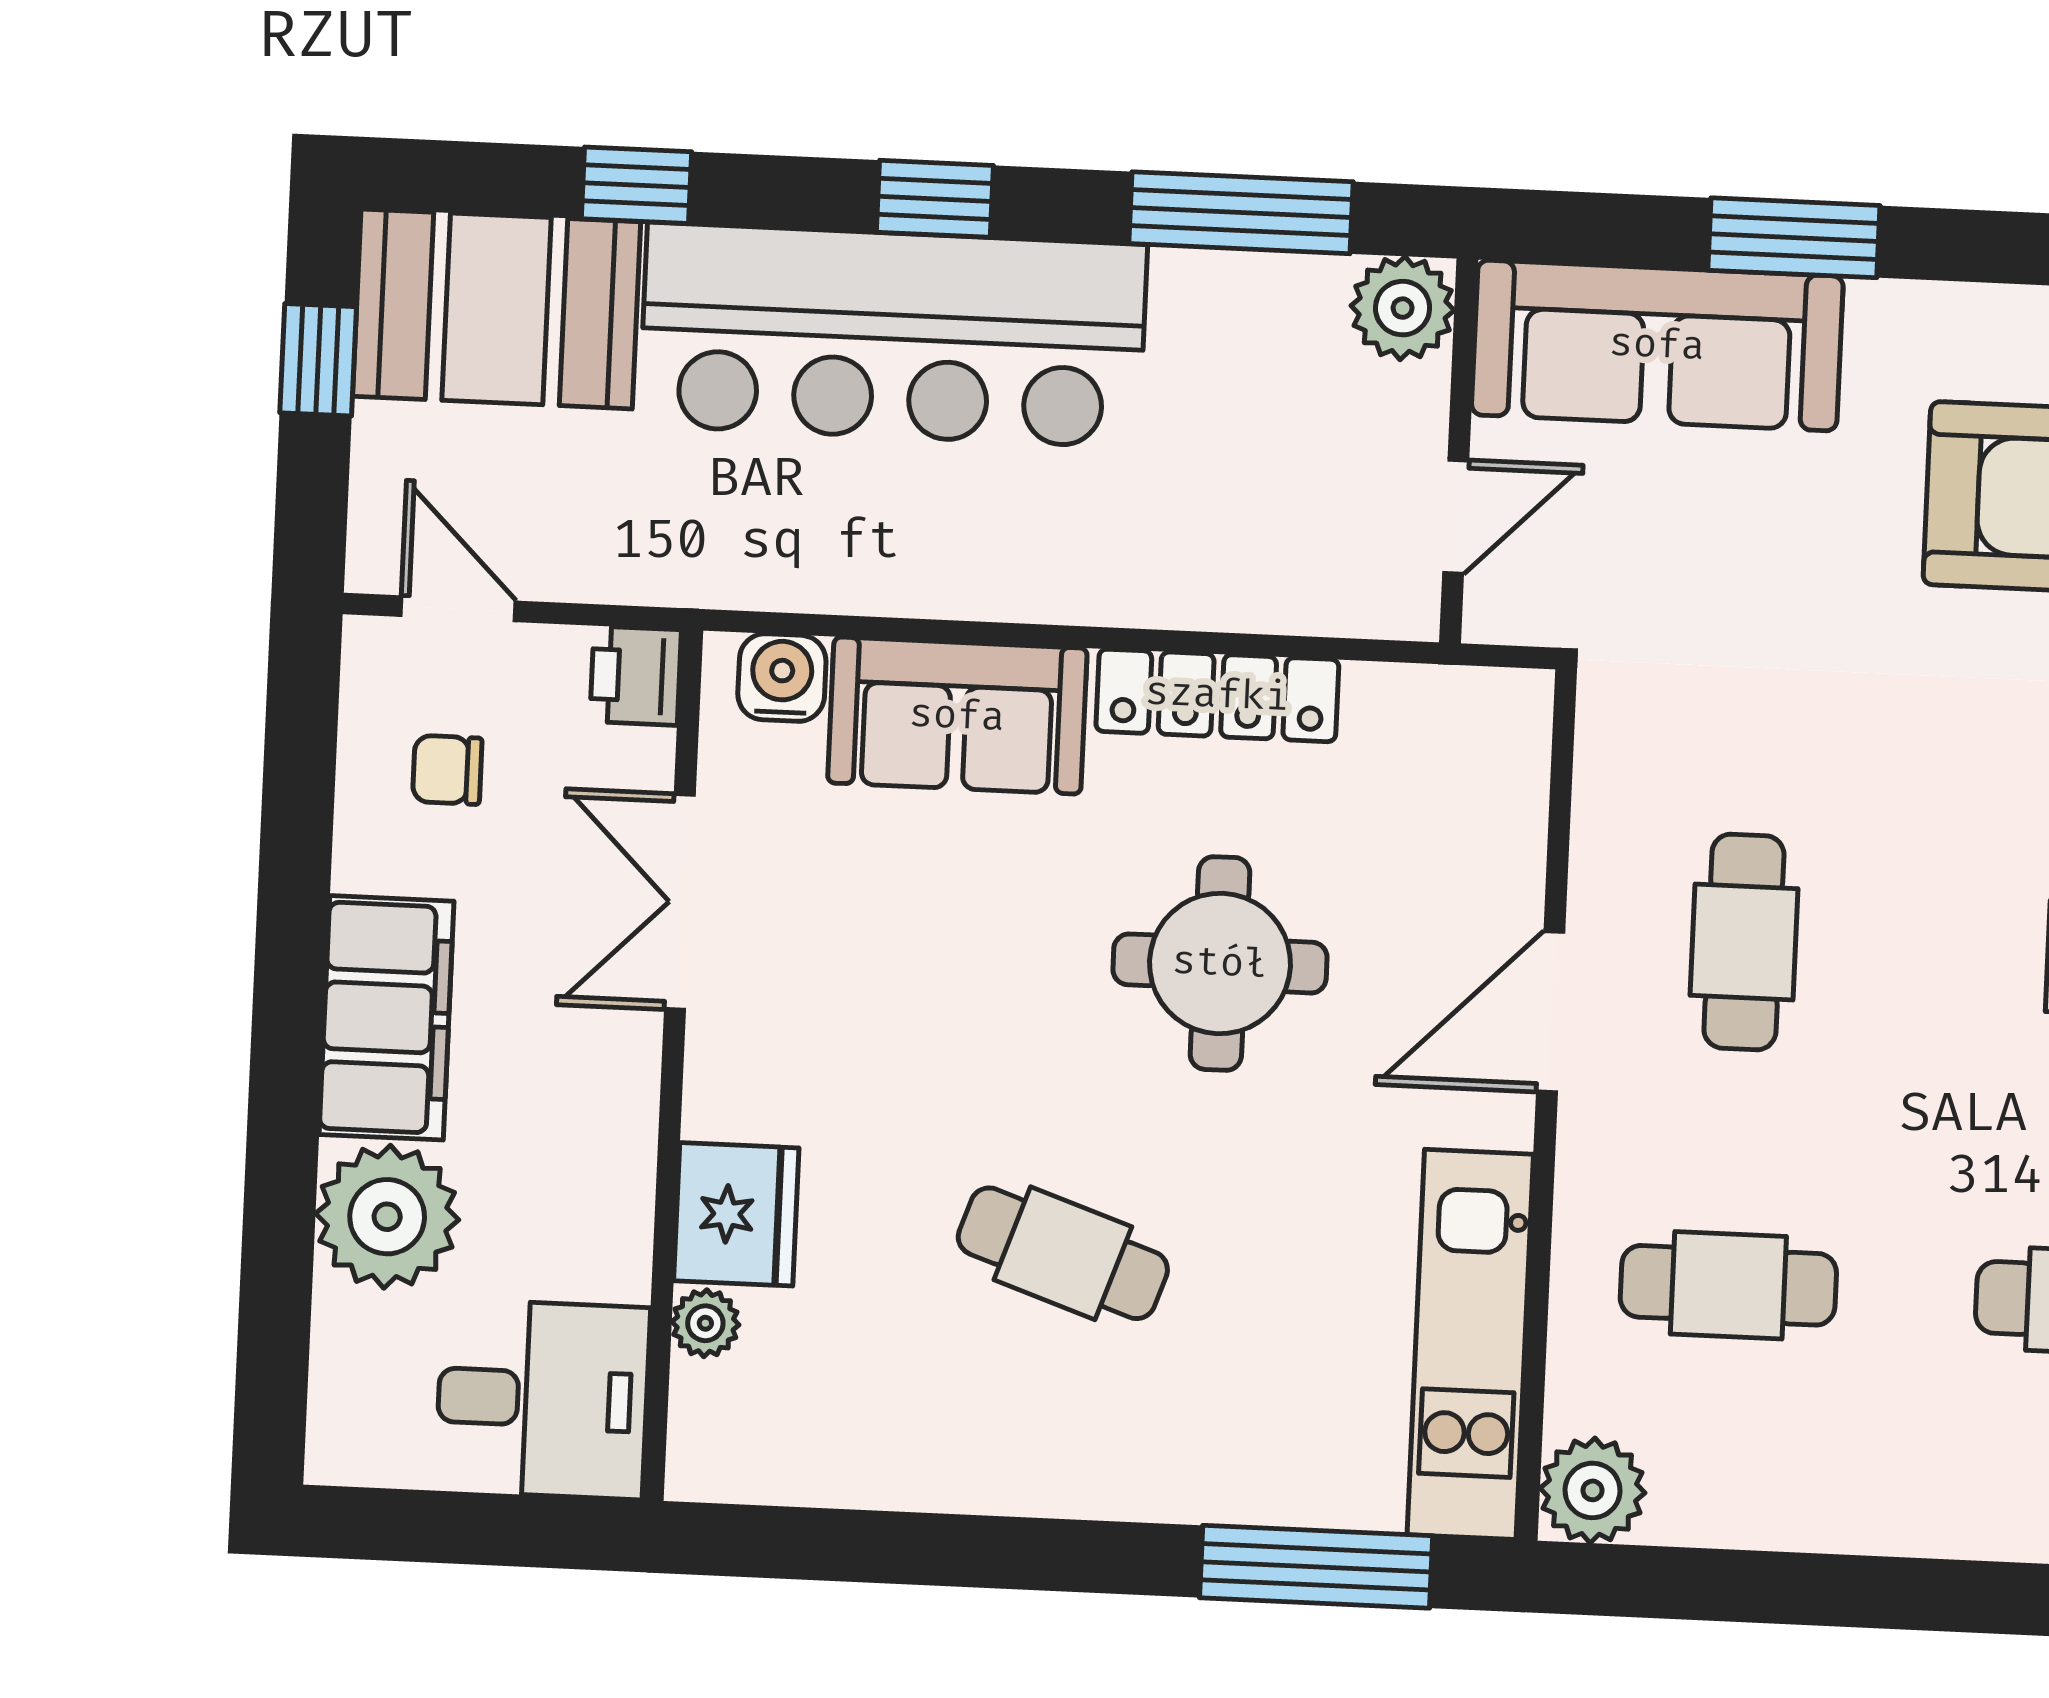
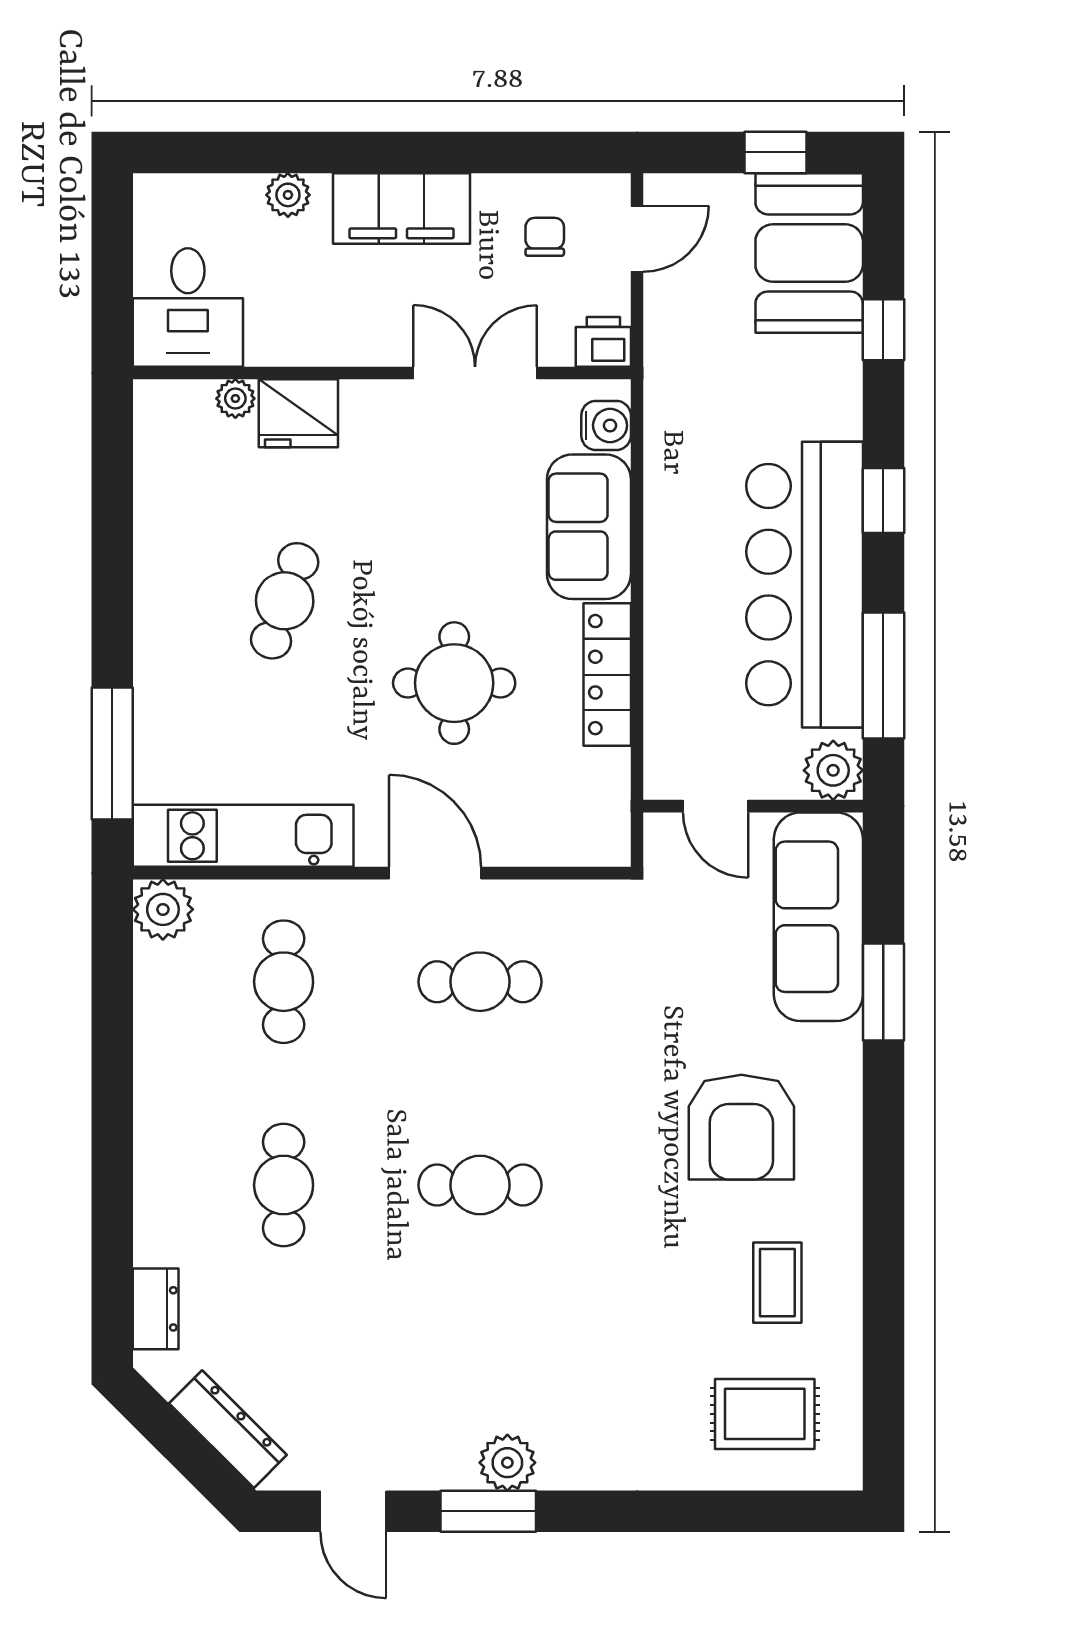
bar counter: (893, 335) -> (805, 585), moved
plant: (387, 1217) -> (288, 195), width x0.53, depth x0.53

